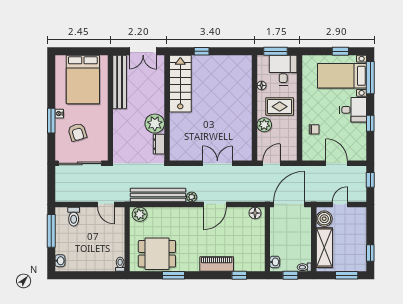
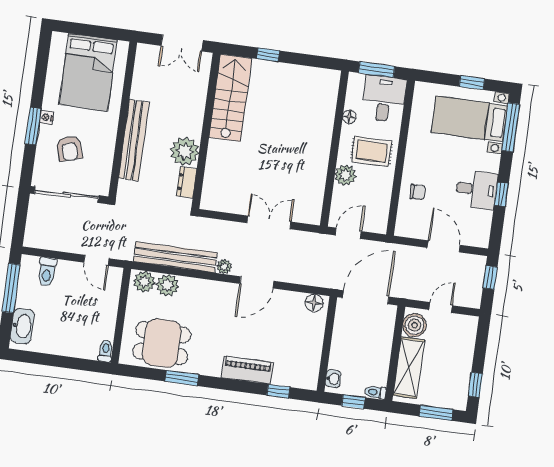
bench: (120, 82) -> (134, 140), moved
desk: (353, 110) -> (476, 190), moved
plant: (155, 215) -> (167, 285), added
washbasin: (60, 261) -> (22, 326), width x1.91, depth x1.45

